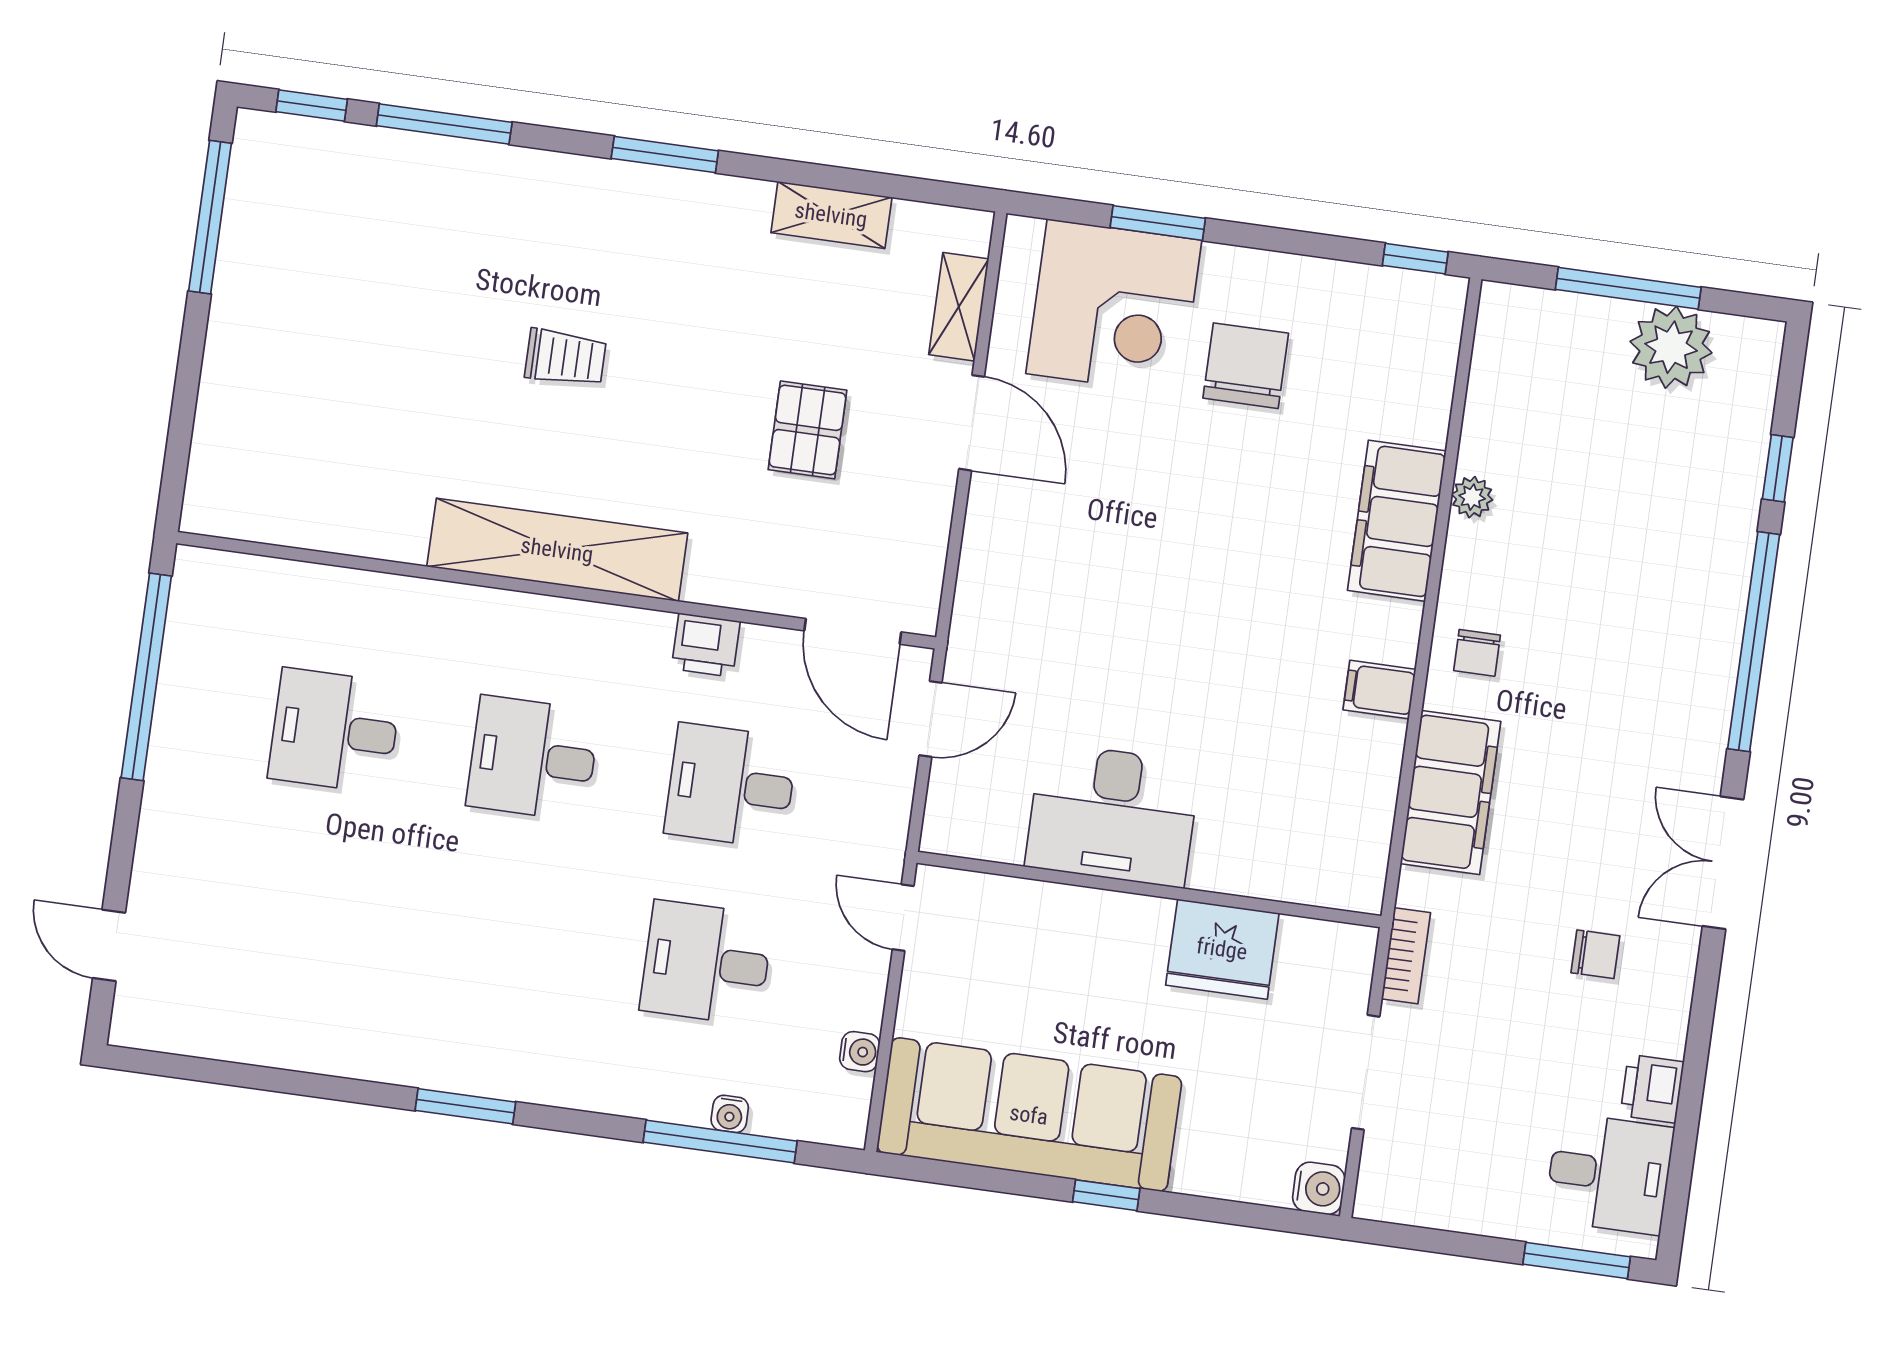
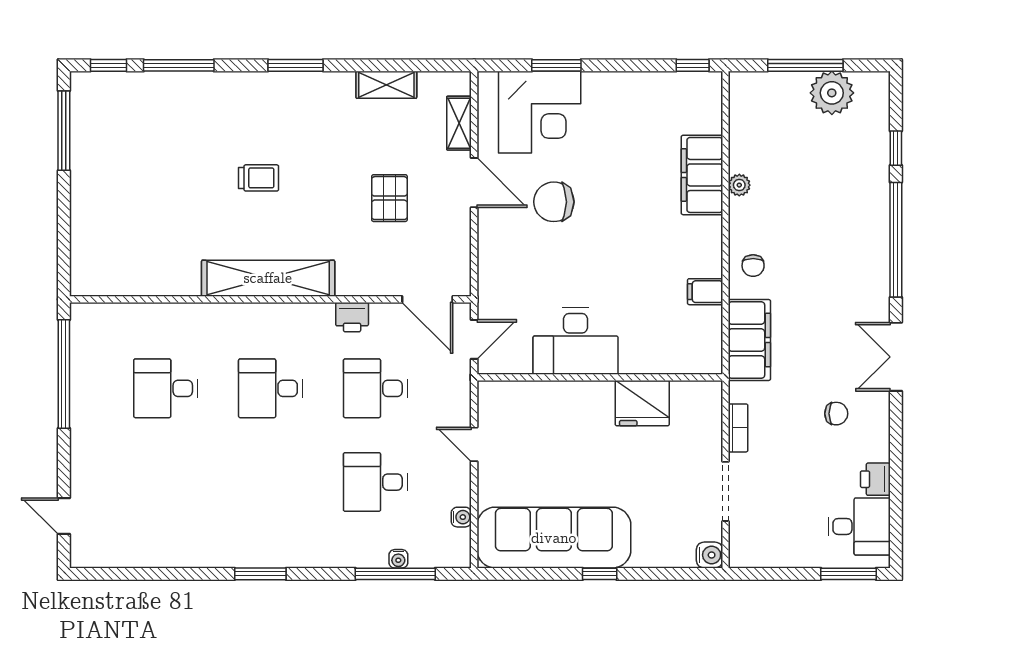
chair: (1246, 366) -> (554, 202), moved, turned -90
filing cabinet: (1397, 521) -> (702, 175), moved
desk: (1113, 815) -> (576, 341), moved
wall: (1149, 889) -> (600, 377), moved
fridge: (1222, 949) -> (642, 403), moved

